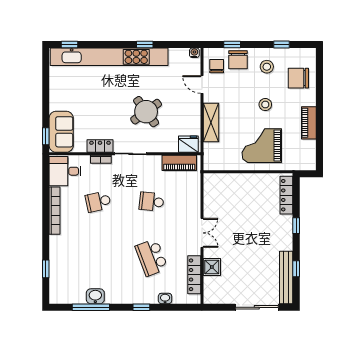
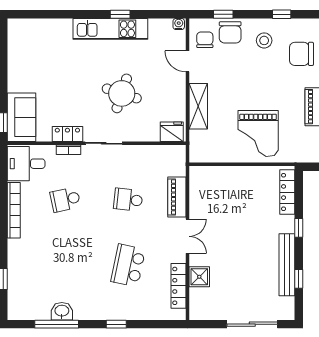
window: (69, 44) -> (31, 14), removed
kitchen unit: (109, 57) -> (110, 29), width x0.54
stool: (265, 105) -> (262, 85), removed
round table: (146, 112) -> (122, 93), turned -36
grand piano: (262, 146) -> (258, 133), turned -90
piano: (179, 163) -> (177, 197), moved, turned 90
school desk: (151, 257) -> (128, 265), turned 33
bench: (286, 277) -> (287, 265), moved
washbasin: (165, 298) -> (144, 314), removed

